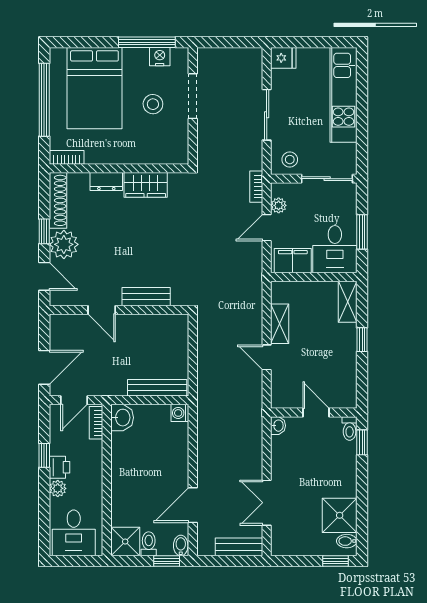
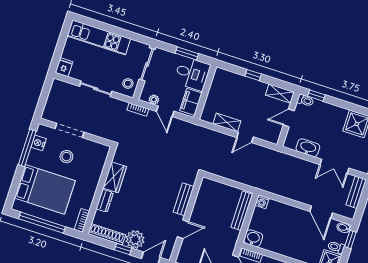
shelving: (348, 302) -> (280, 93), moved
washbasin: (278, 426) -> (308, 148), moved, width x1.91, depth x1.45

